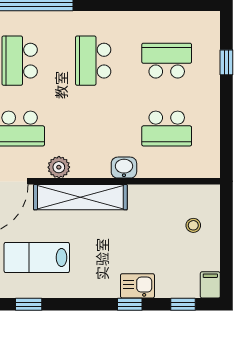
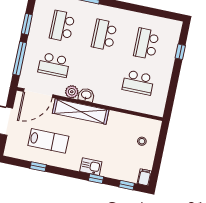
school desk: (167, 61) -> (146, 44), turned -90
washbasin: (124, 168) -> (86, 95), moved
lab bench: (37, 258) -> (48, 141), turned 180
kitchen sink: (137, 286) -> (91, 167), moved

